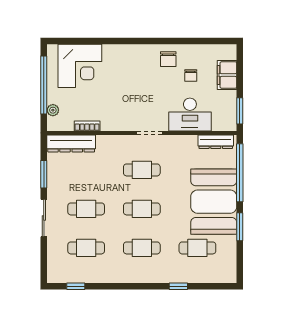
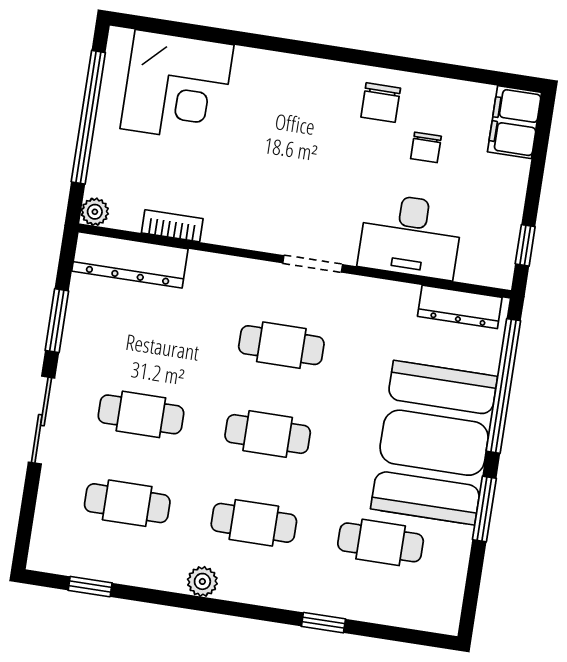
filing cabinet: (227, 75) -> (515, 122), moved
plant: (53, 110) -> (95, 212), moved
window: (240, 111) -> (525, 245), width x0.67
plant: (124, 277) -> (202, 581), added

